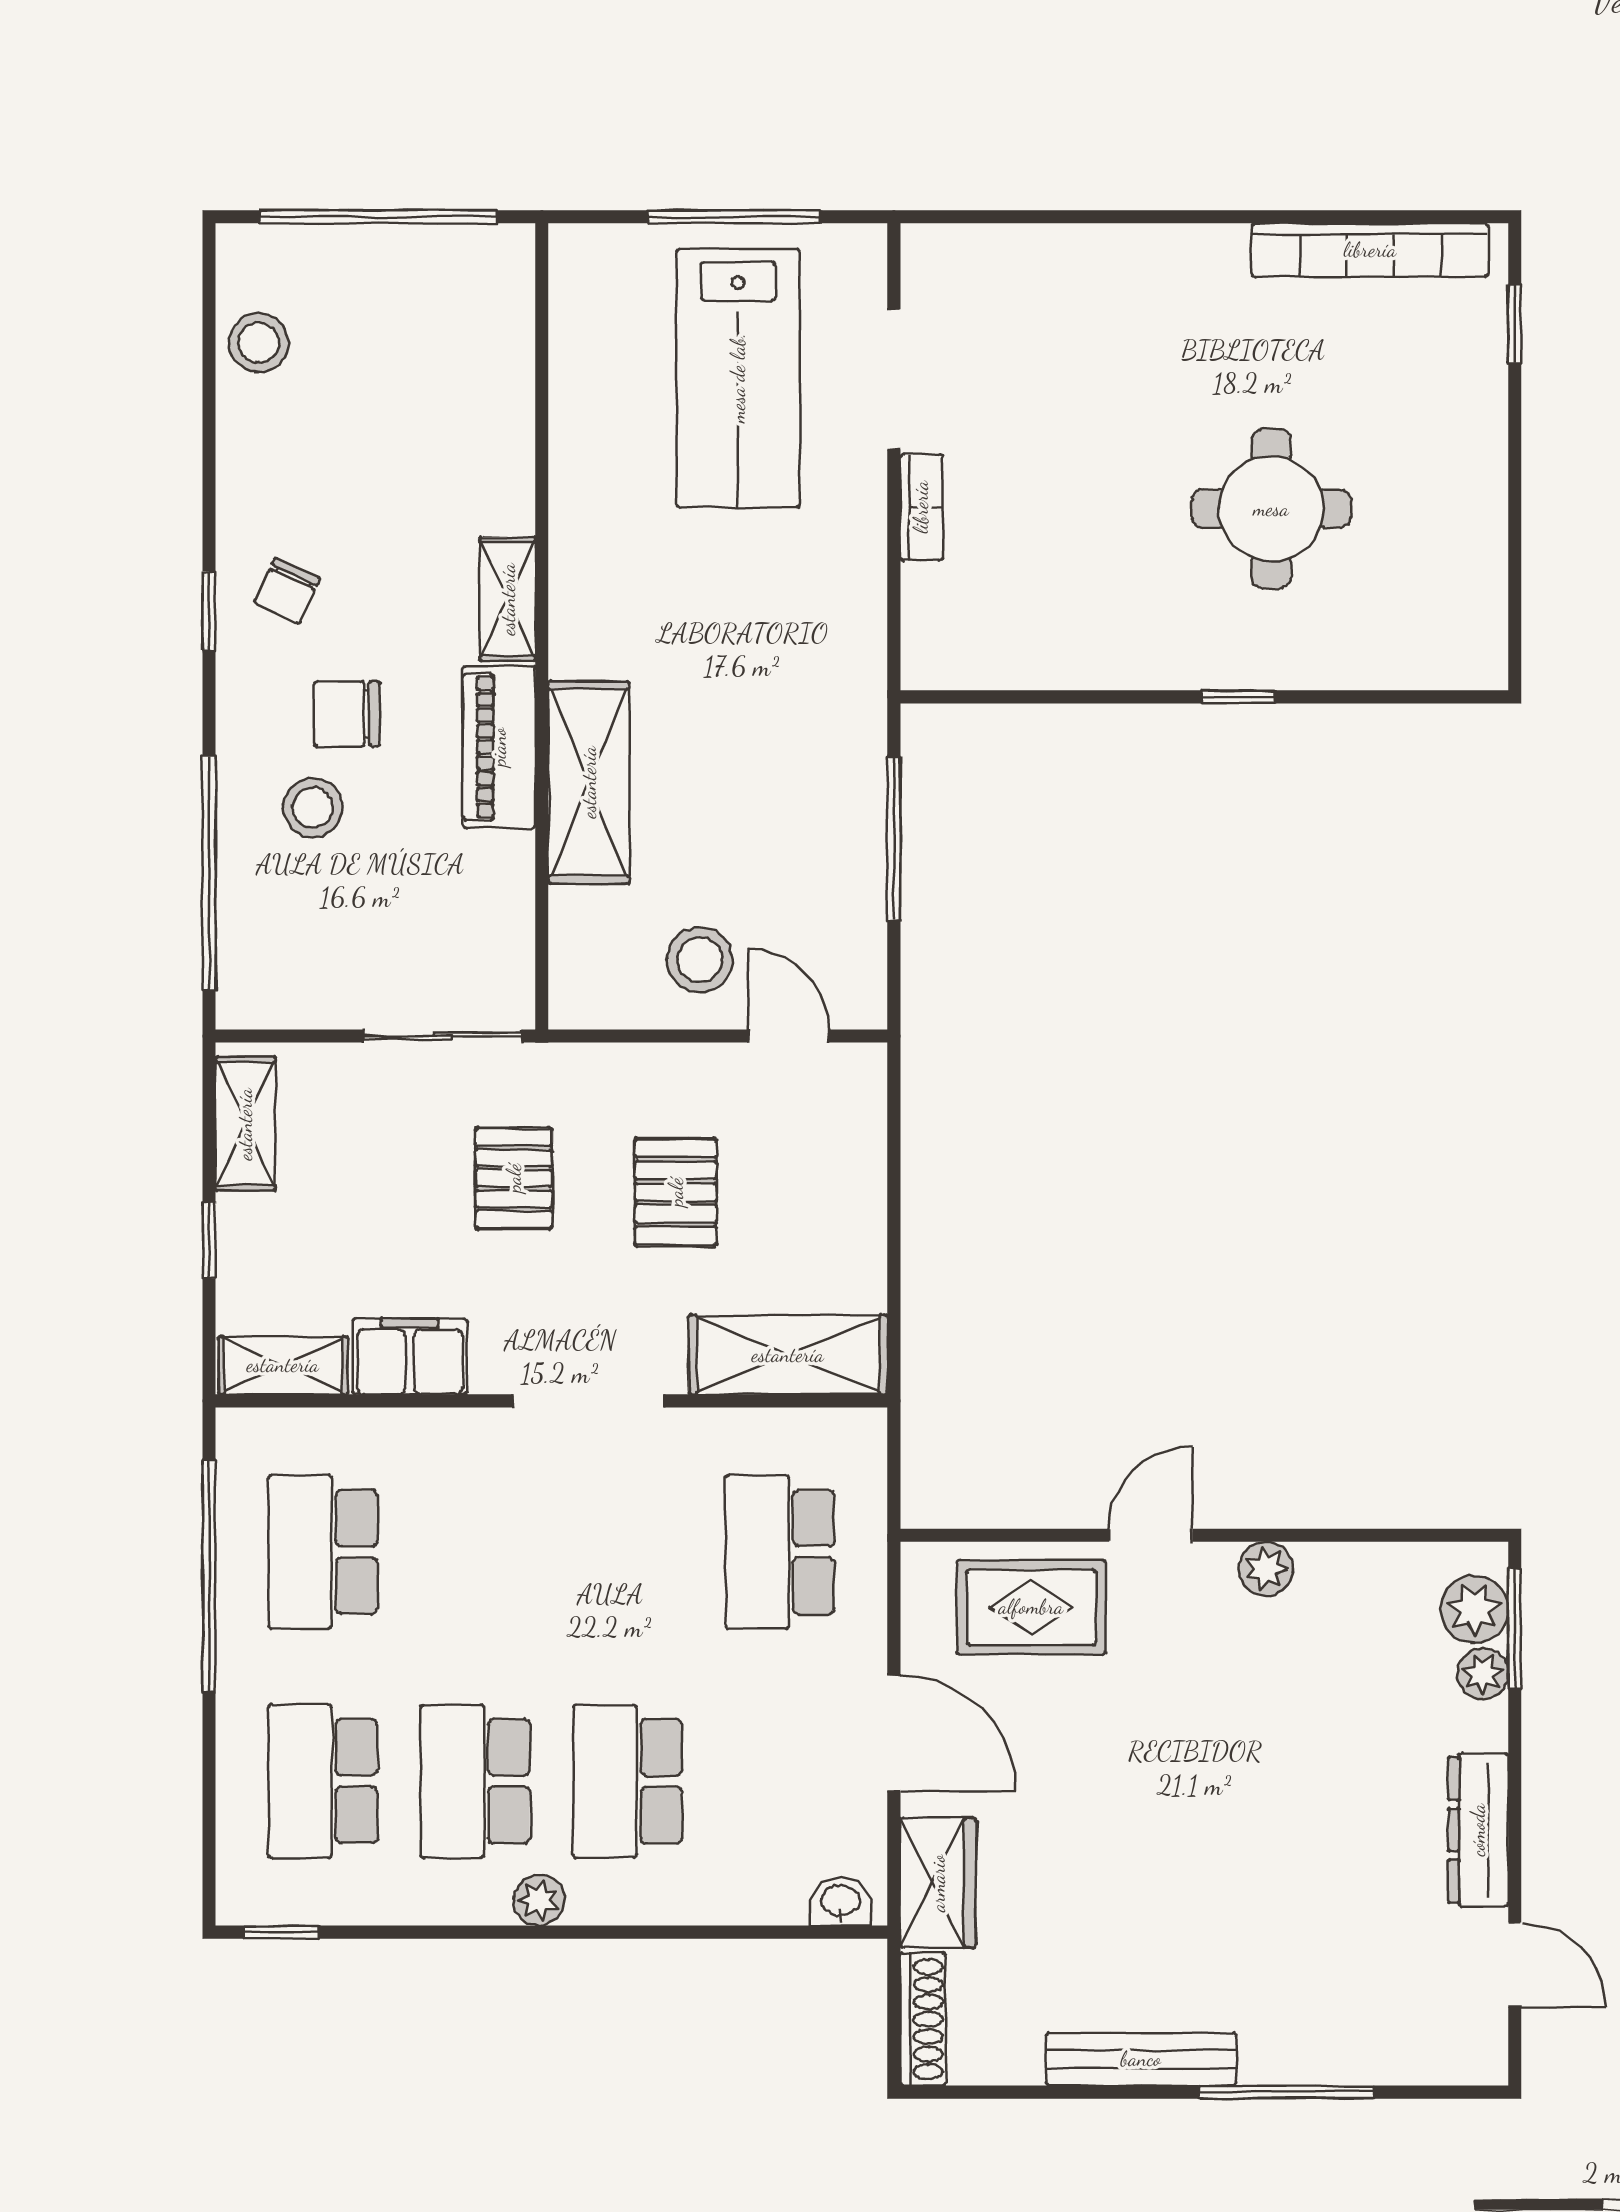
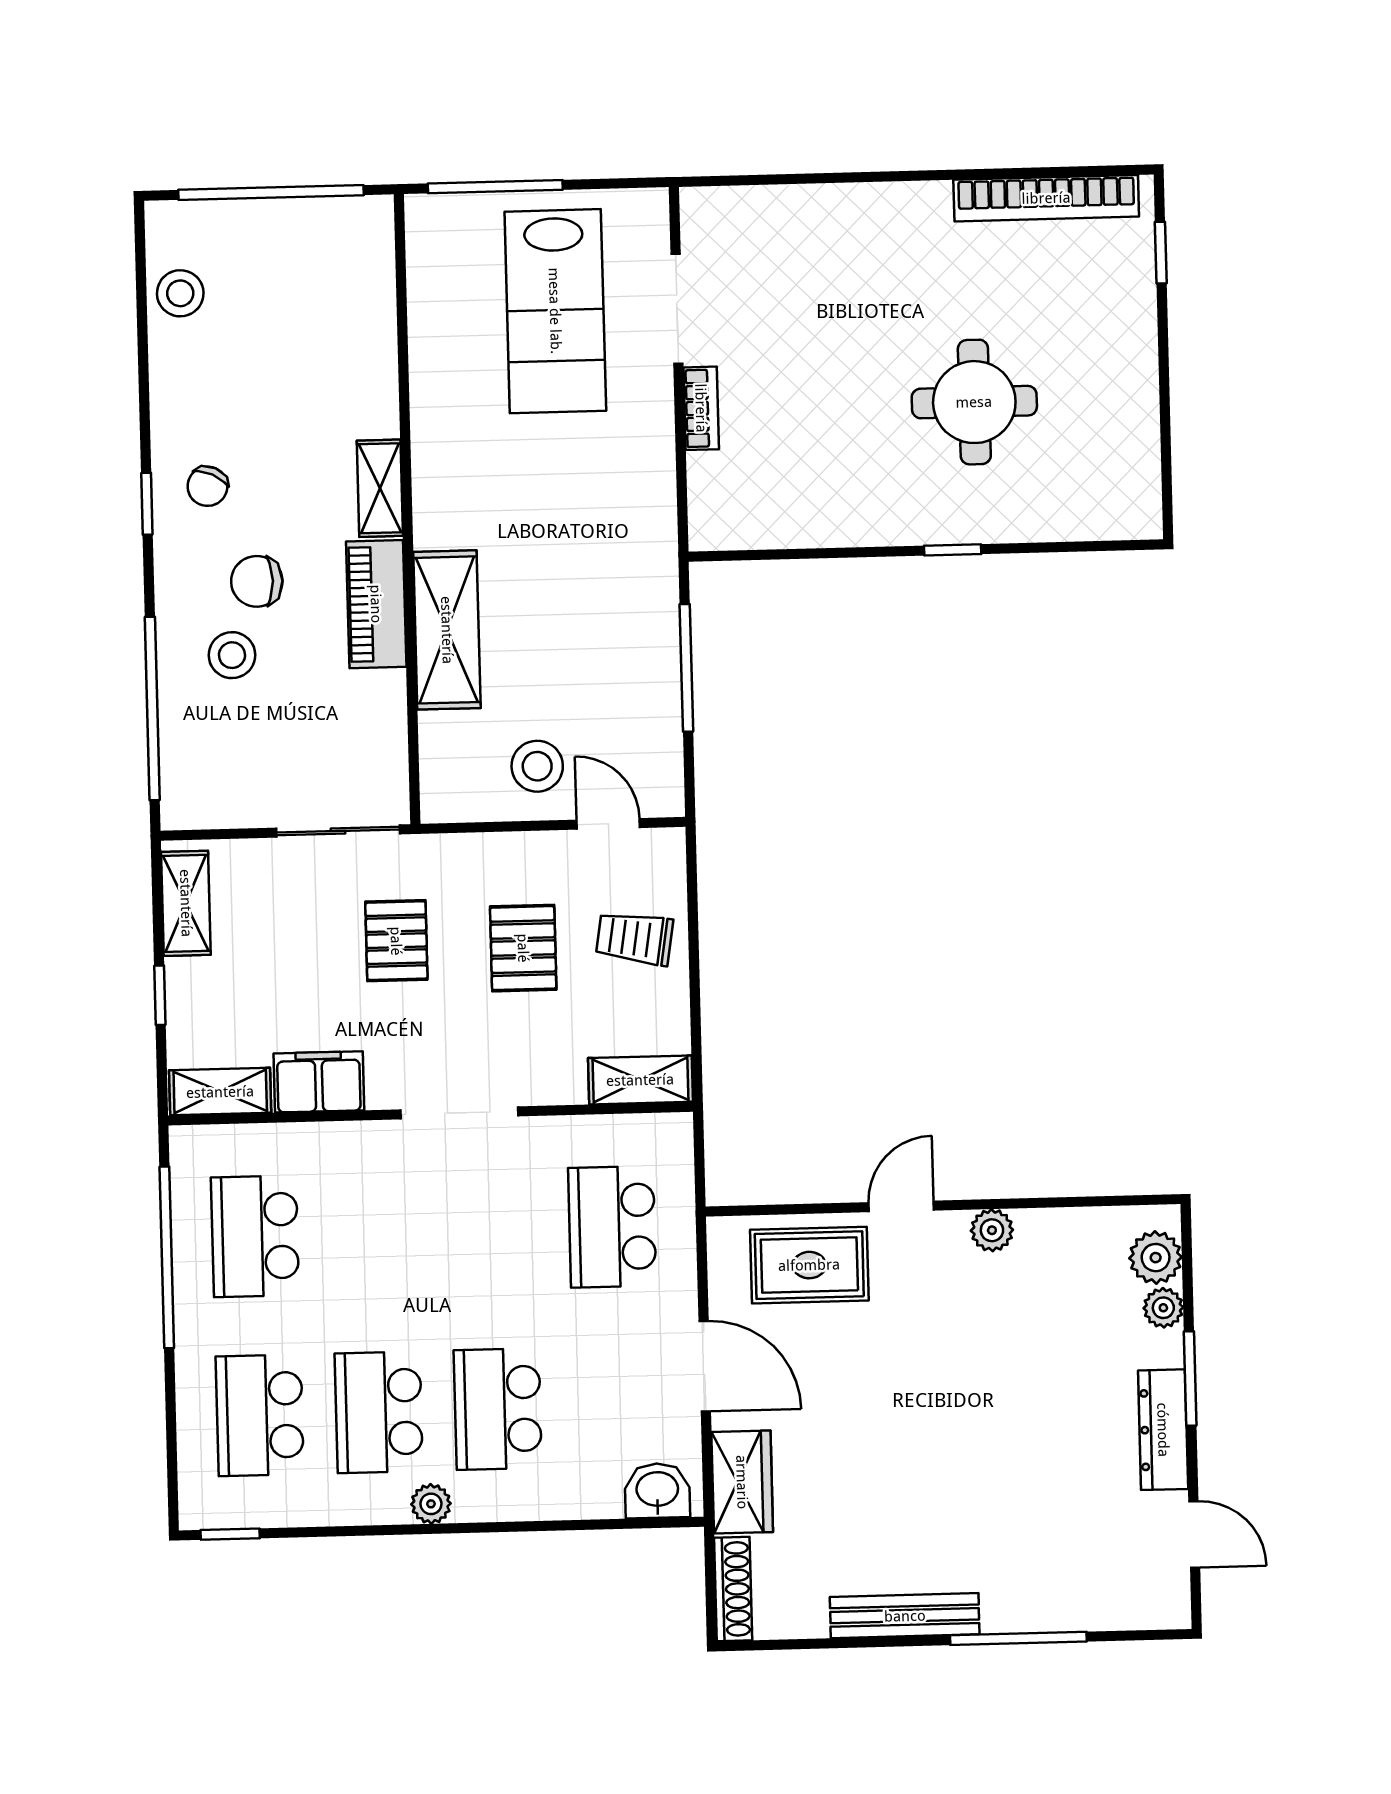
window: (734, 217) -> (495, 187), moved
trolley: (818, 1183) -> (634, 938), added
shelving: (788, 1355) -> (640, 1080), width x0.67, depth x0.75
window: (1515, 1629) -> (1190, 1379), moved
washbasin: (840, 1902) -> (657, 1491), width x1.38, depth x1.45

